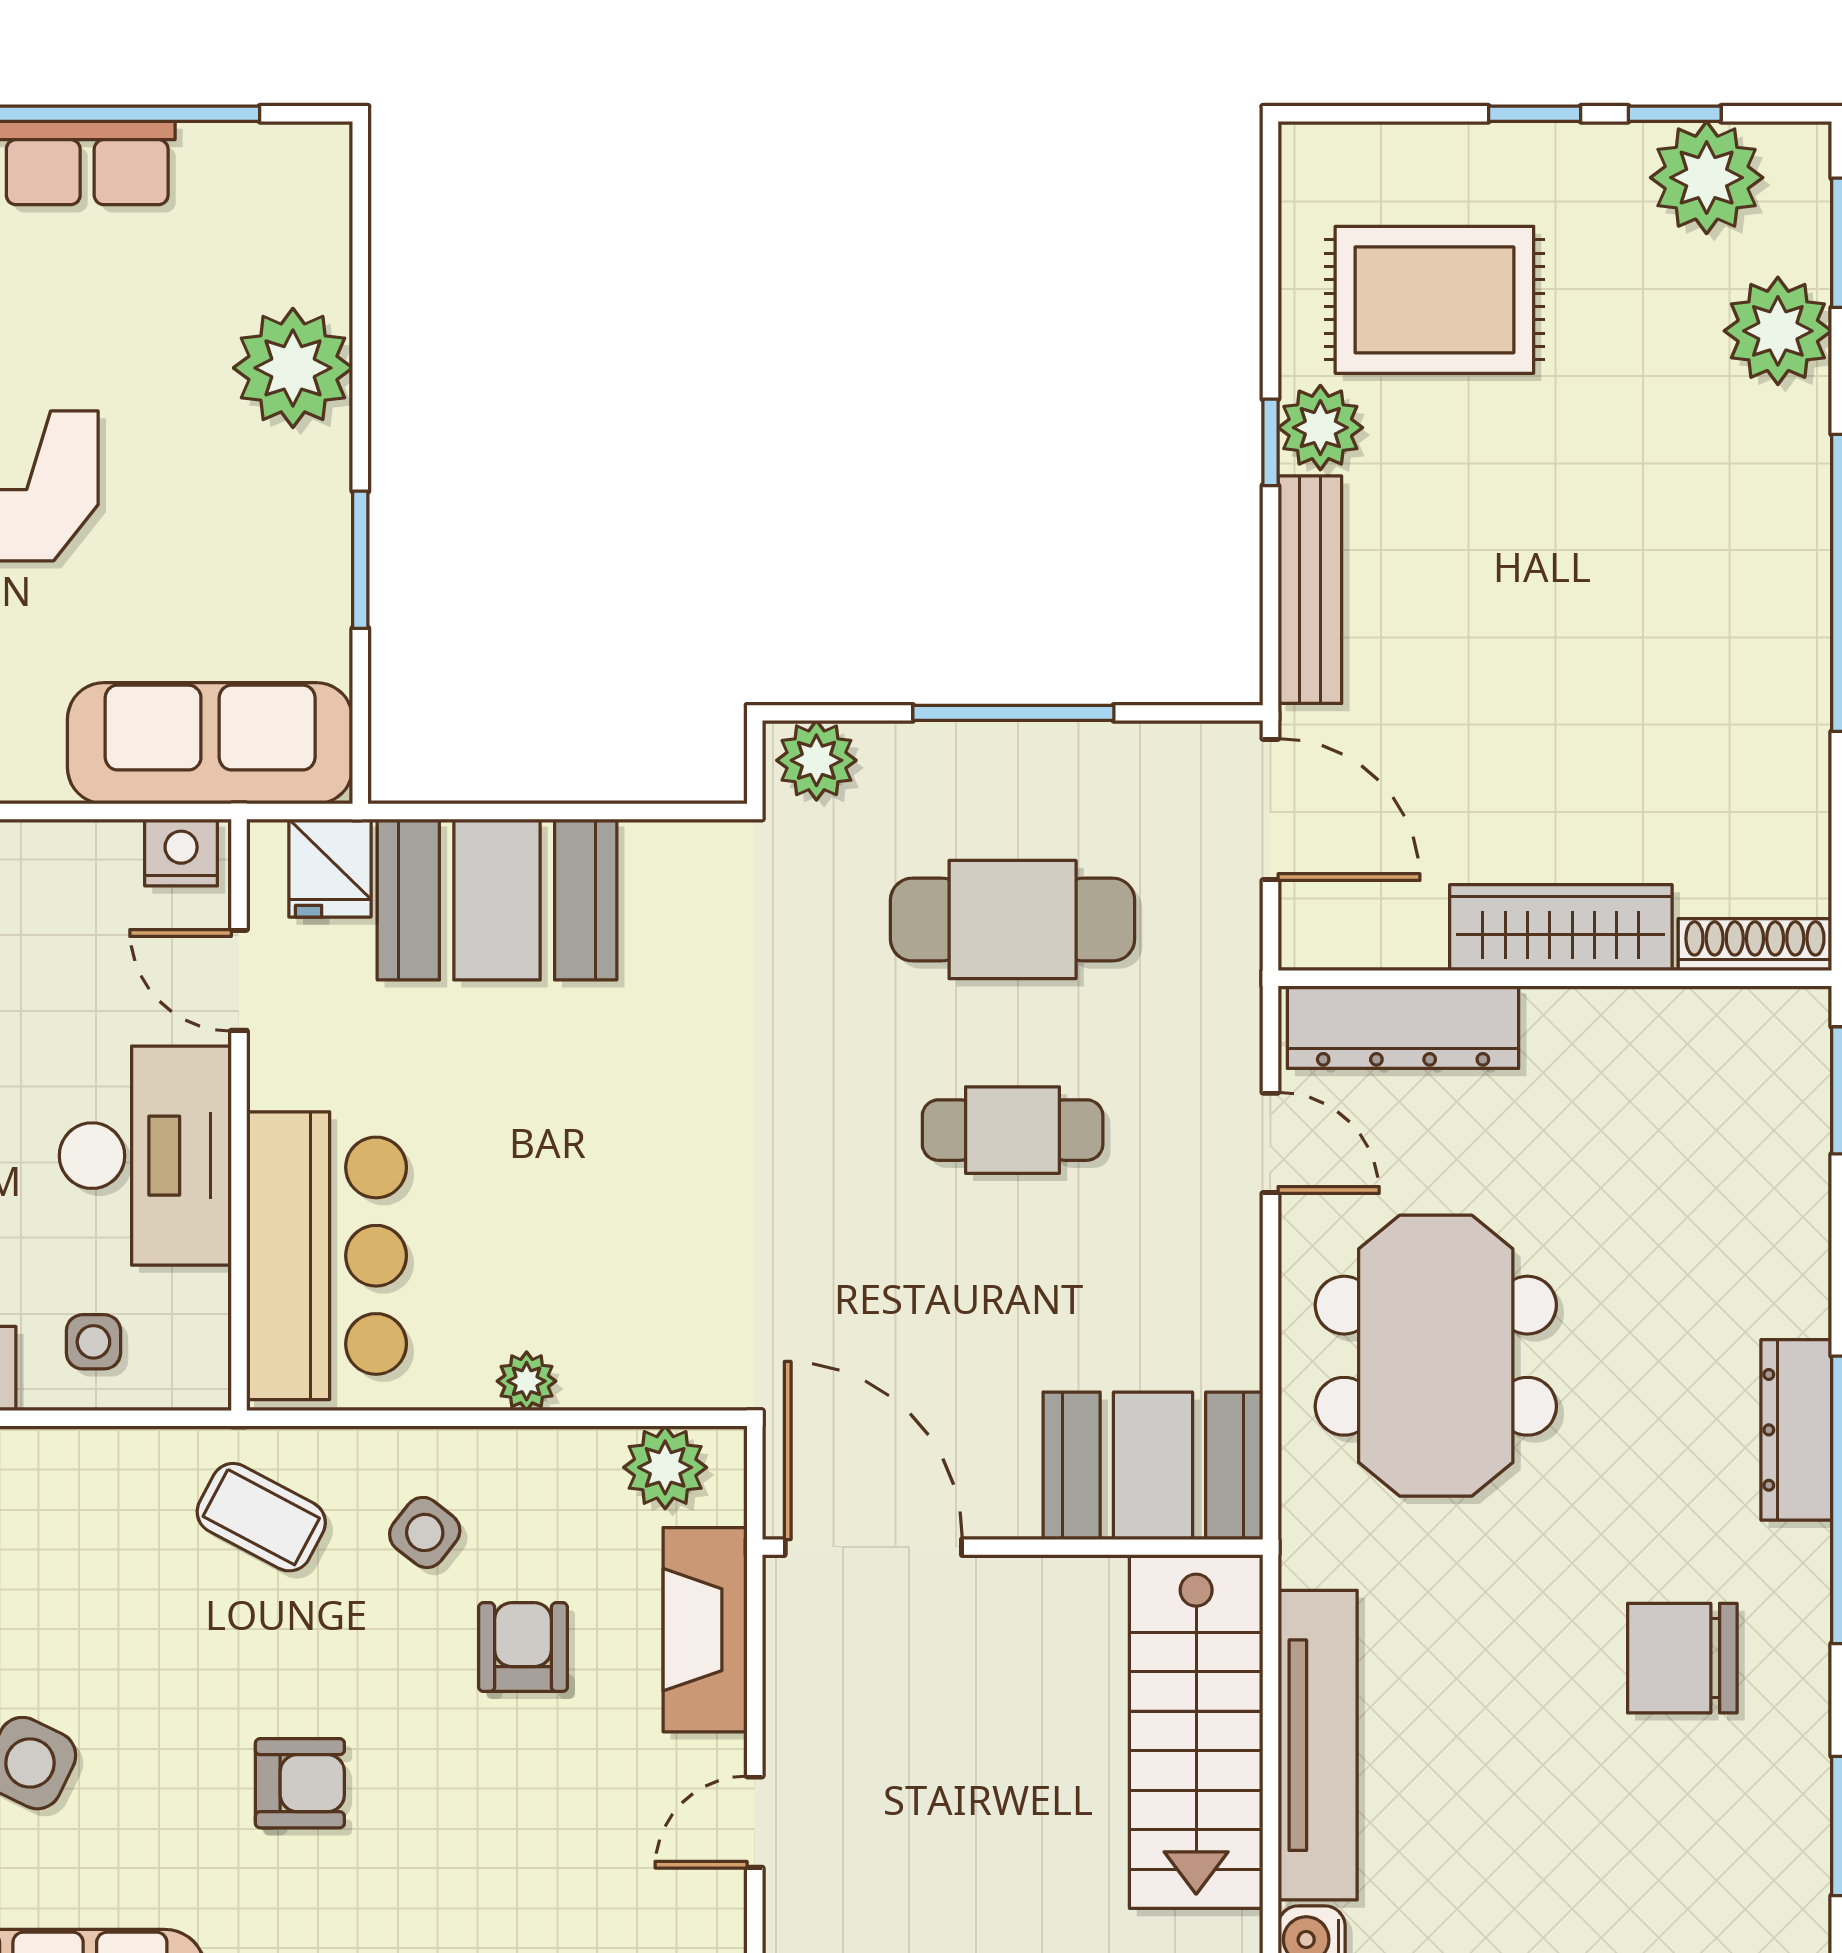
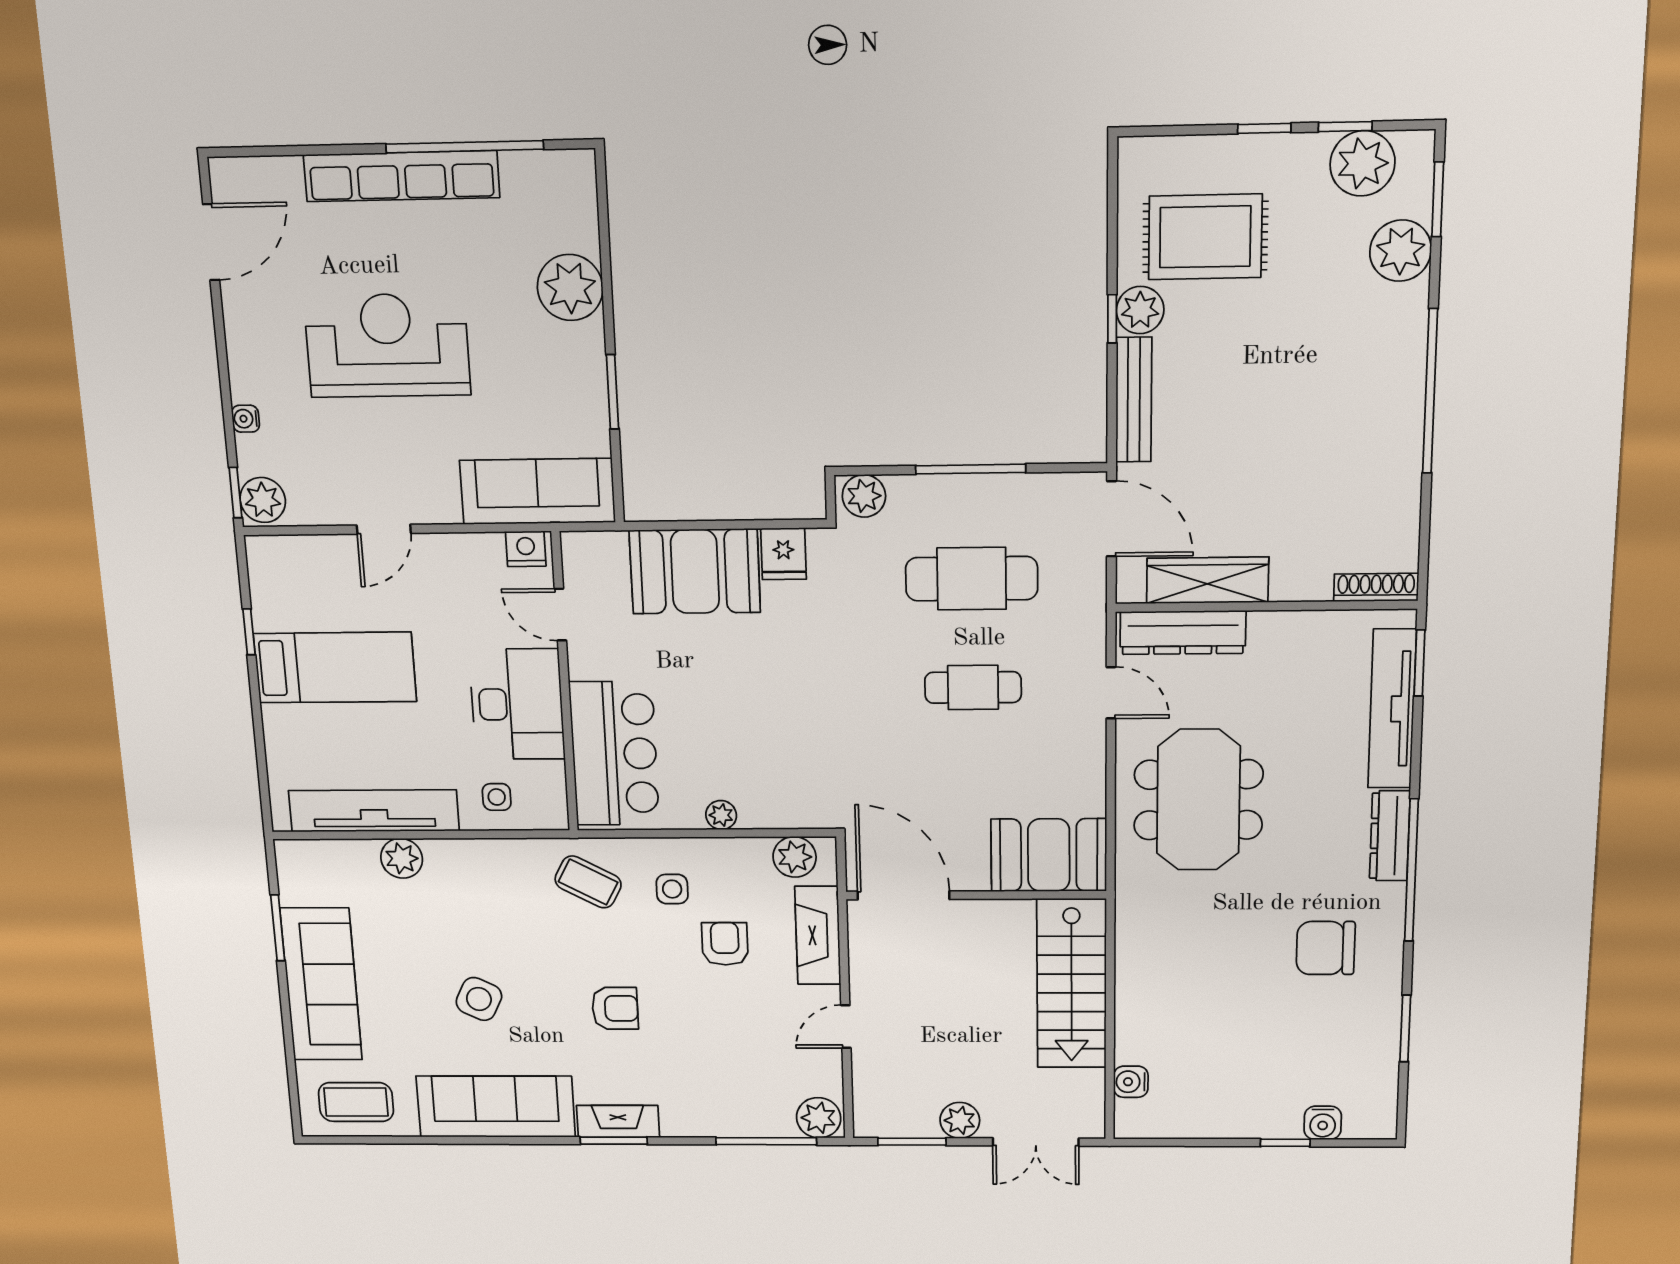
fridge: (330, 868) -> (783, 554), moved
wardrobe: (1561, 928) -> (1208, 580), moved
side table: (425, 1532) -> (672, 889), turned -38
tv unit: (1318, 1745) -> (1392, 709), moved, turned 180

